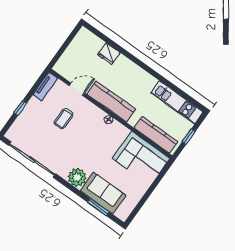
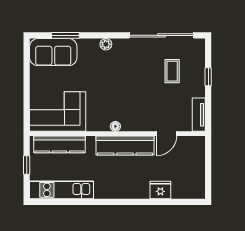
coffee table: (64, 119) -> (172, 71), moved
plant: (77, 177) -> (106, 44), width x0.53, depth x0.53
sofa: (103, 193) -> (53, 52), moved

